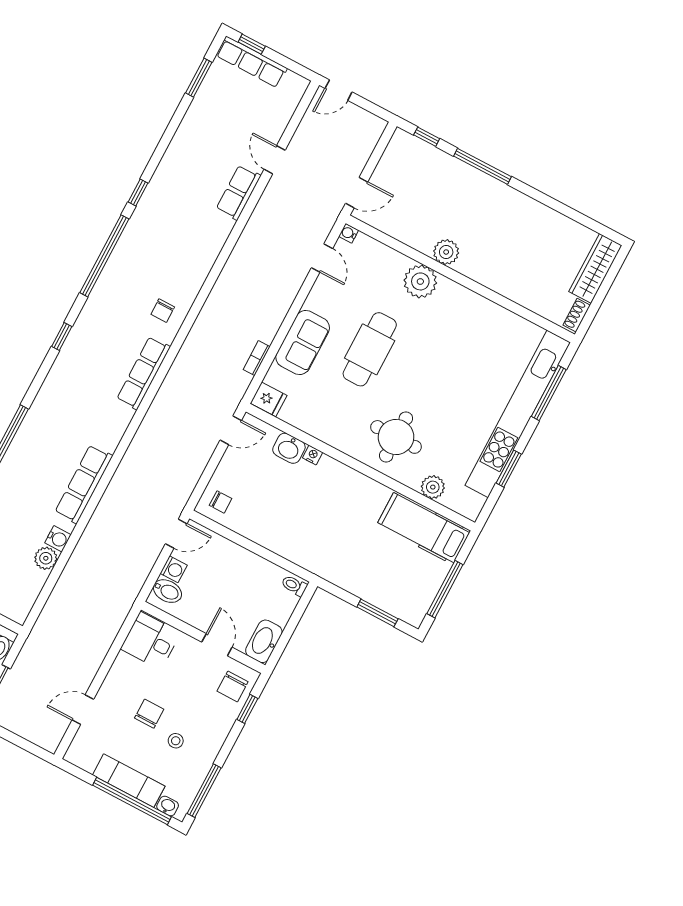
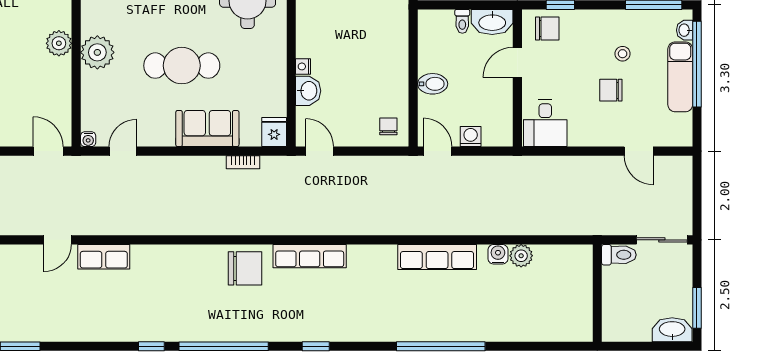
chair: (163, 311) -> (245, 268), width x1.87, depth x1.87
toilet: (294, 586) -> (462, 21), moved
bidet: (167, 591) -> (433, 84), moved, turned 90

